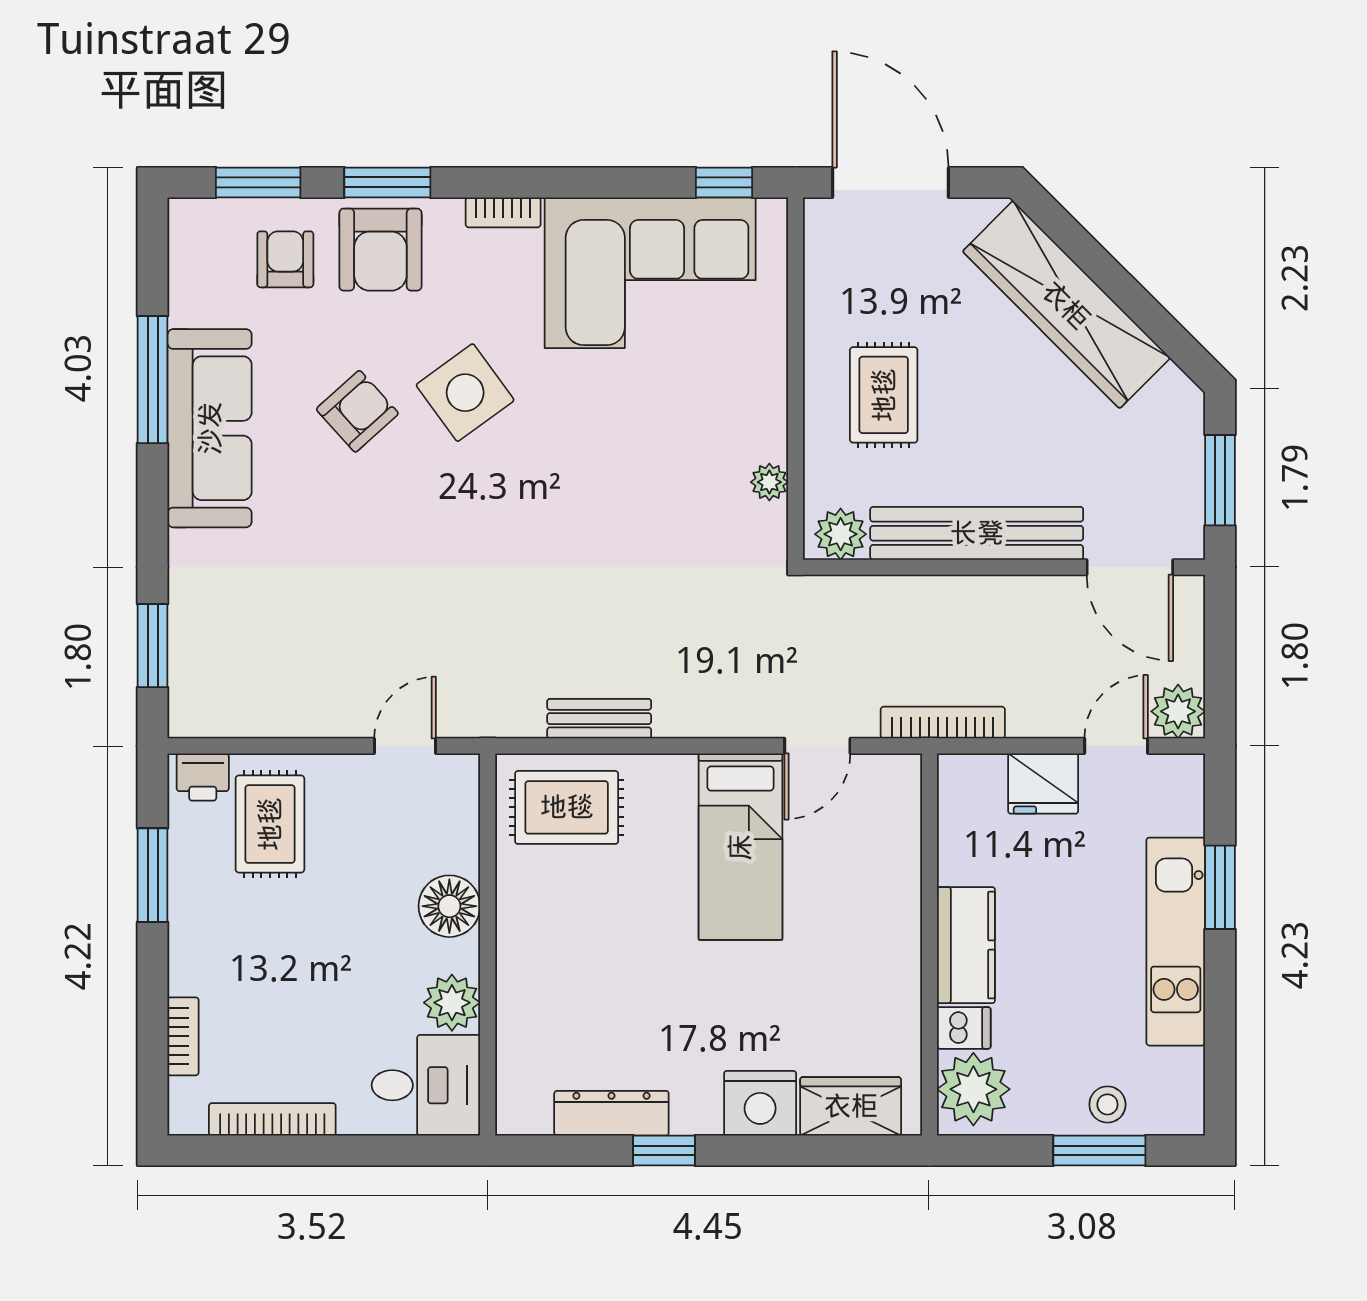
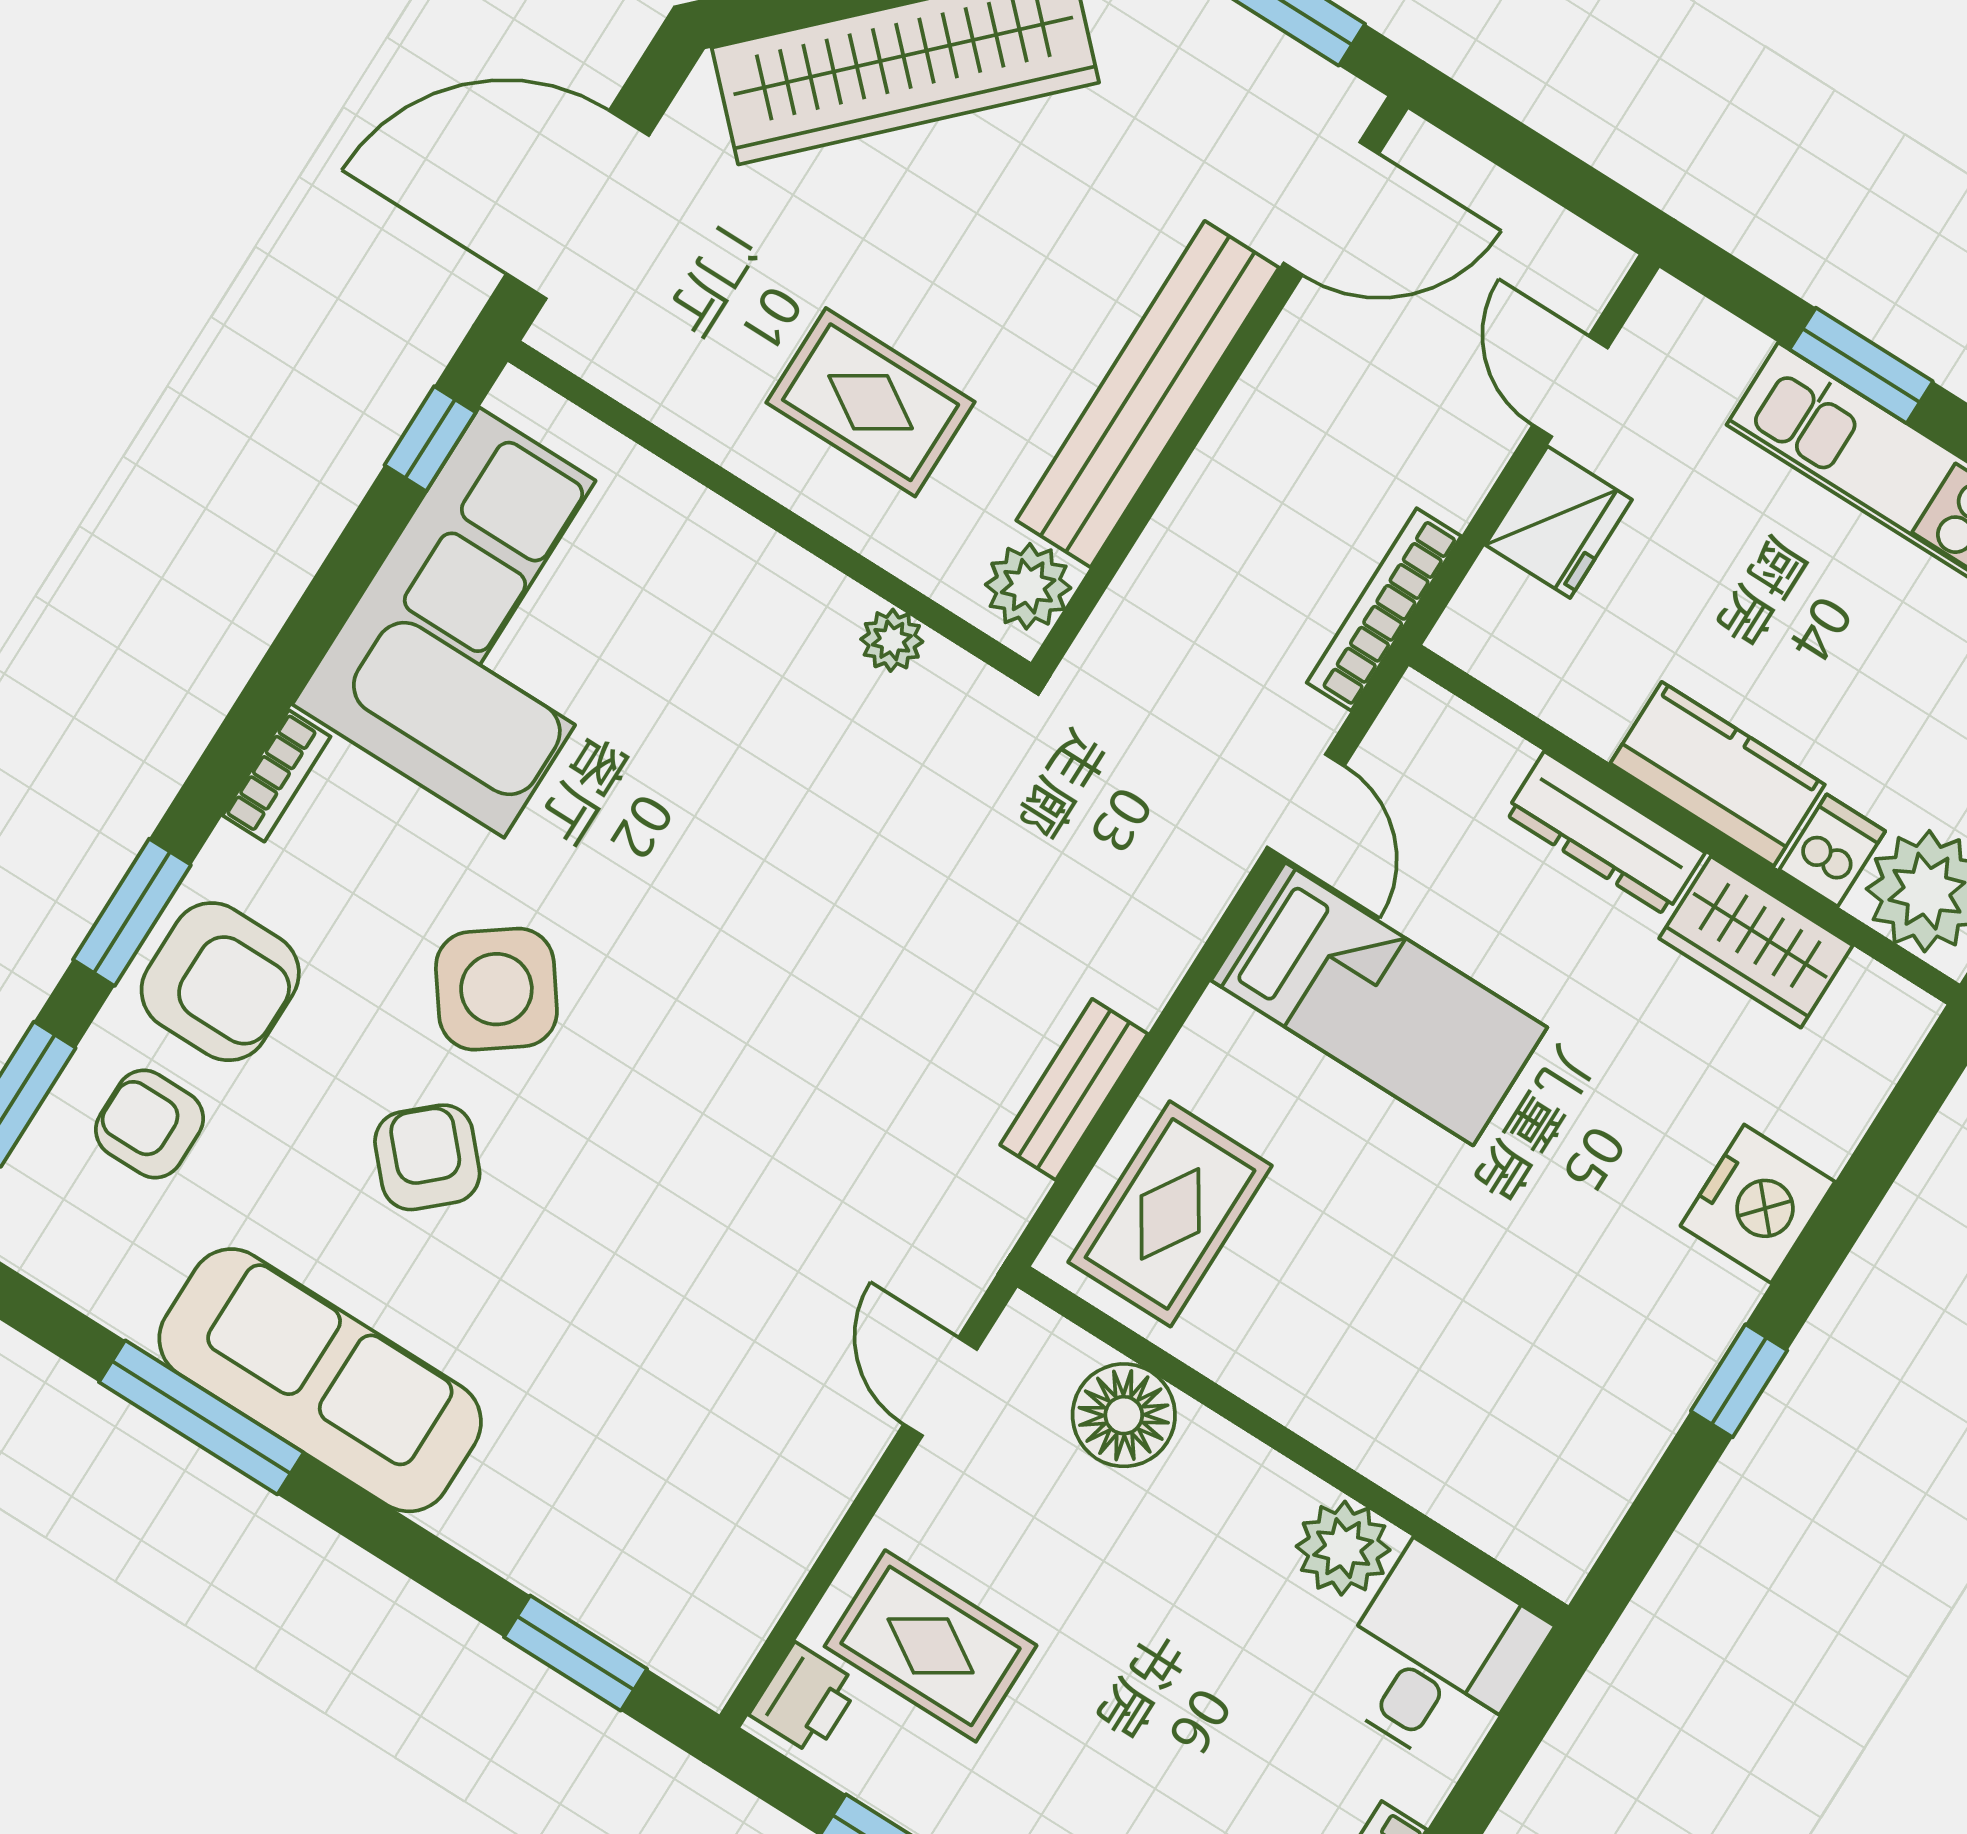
plant: (1178, 711) -> (1577, 269), removed
floor lamp: (449, 906) -> (1124, 1415), moved
wardrobe: (851, 1106) -> (1756, 942), moved, turned -90
dresser: (611, 1113) -> (1605, 833), moved, turned -90

